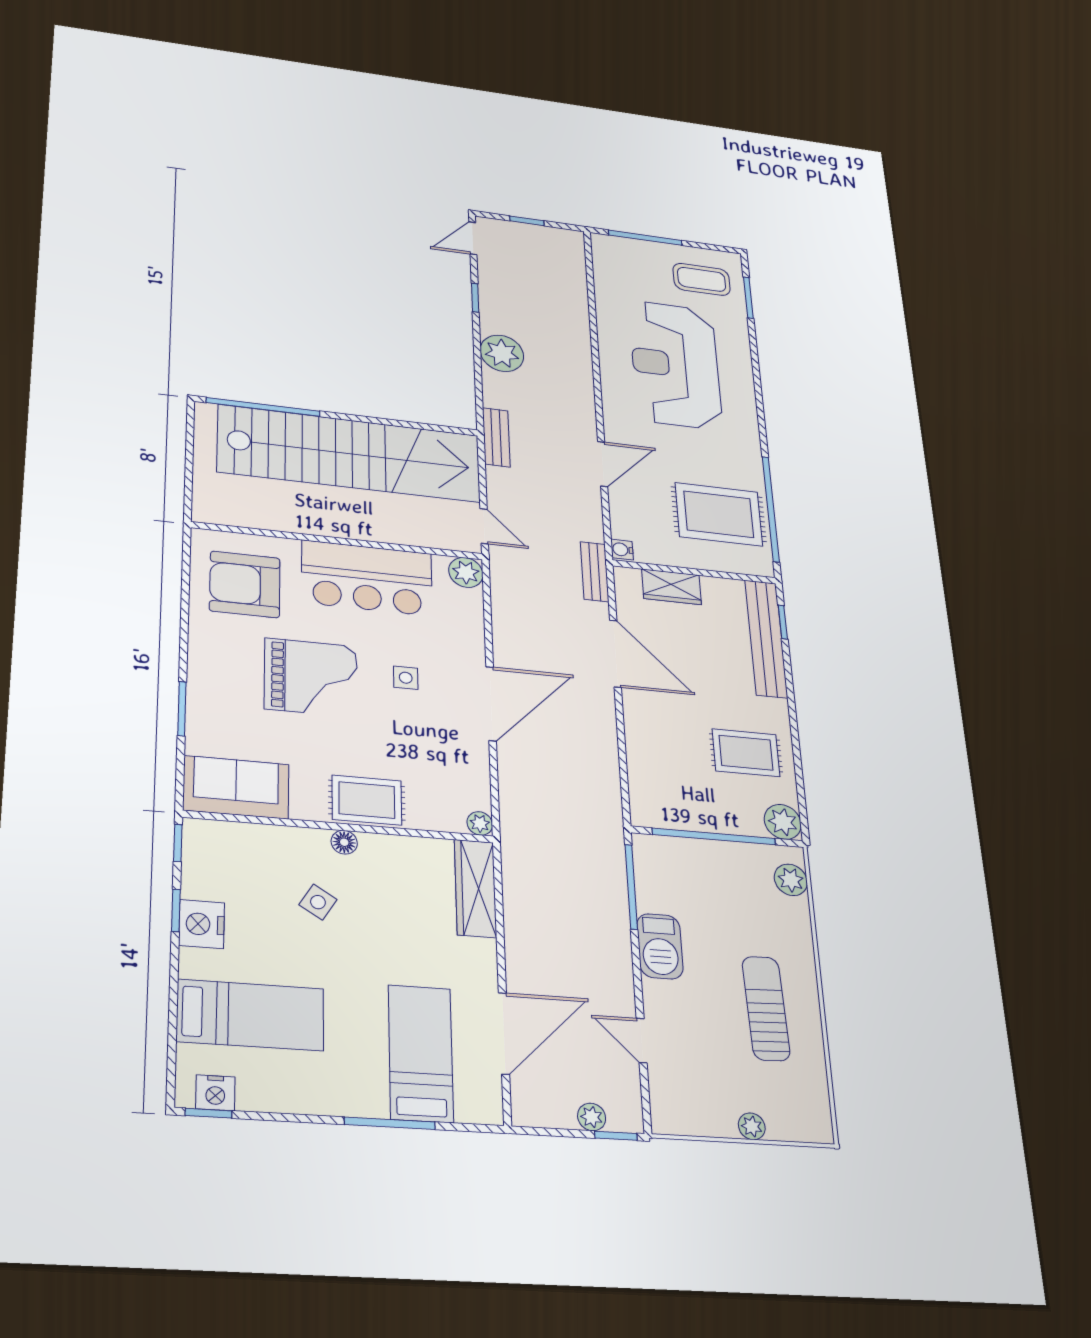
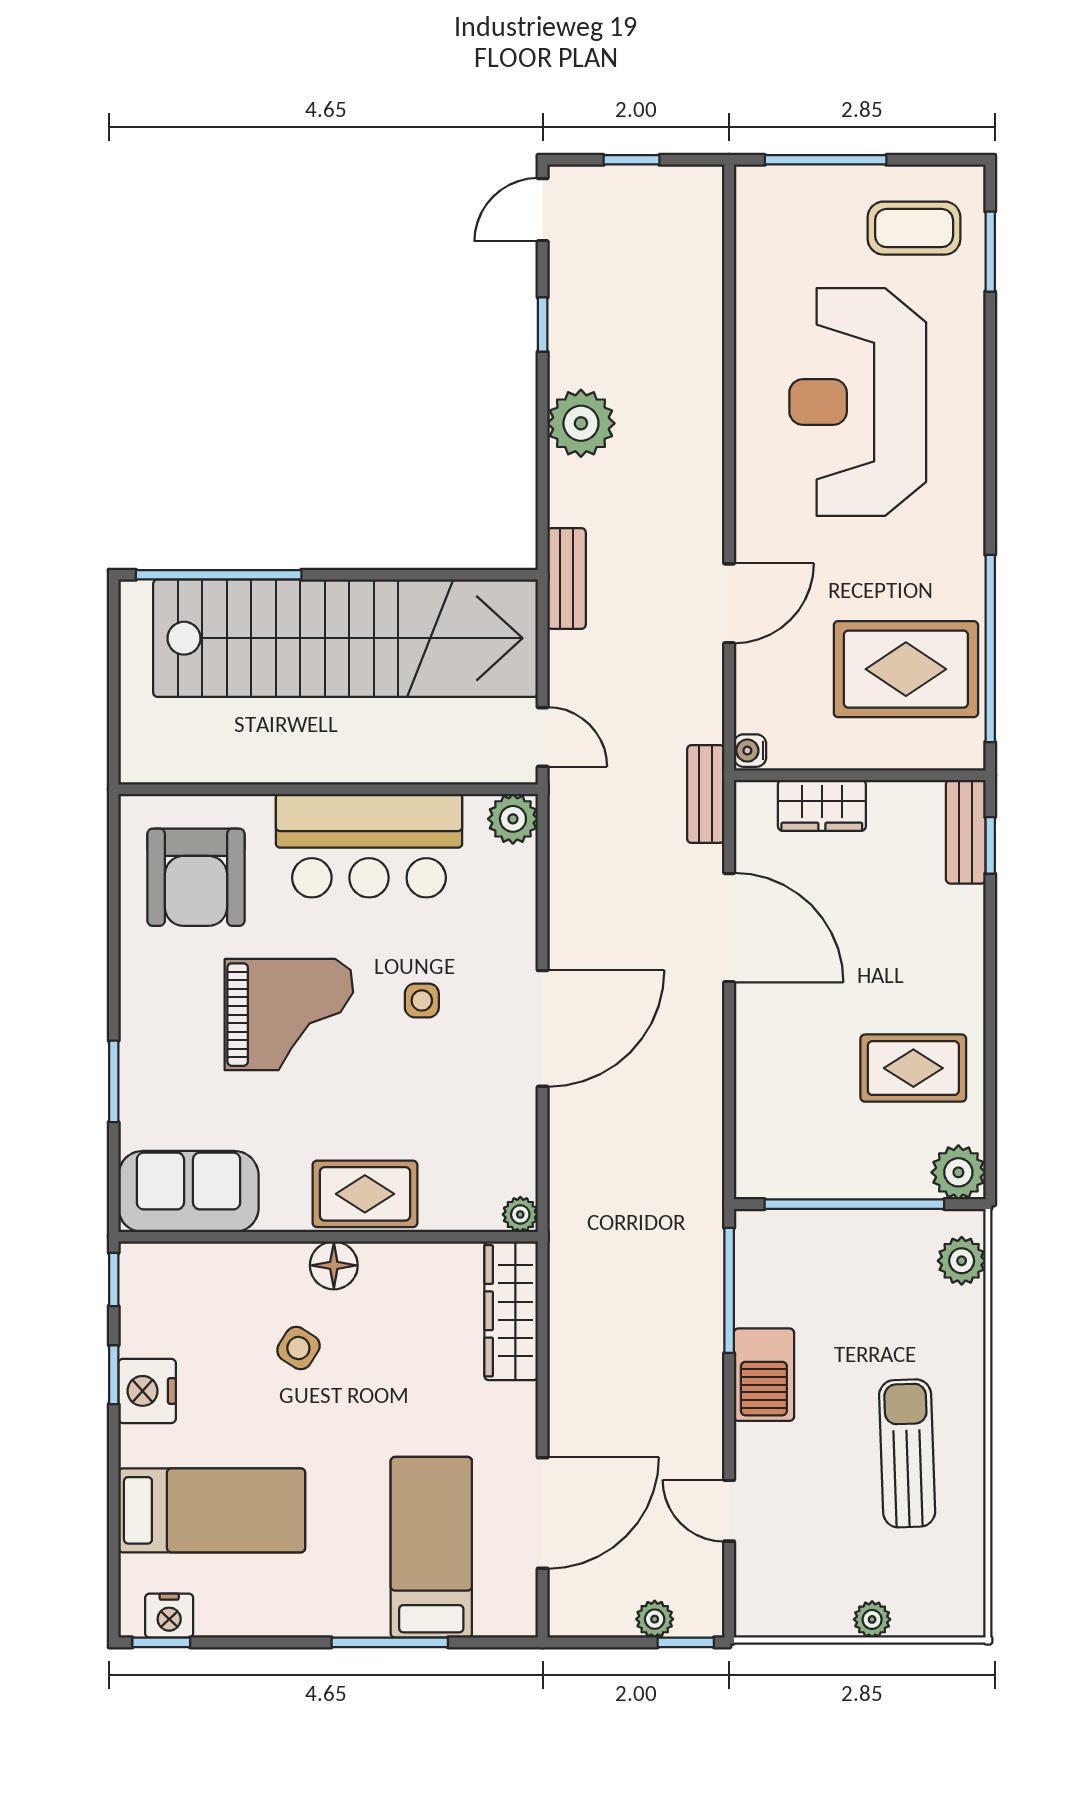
armchair: (245, 584) -> (196, 877), turned -90
bench: (766, 639) -> (966, 832), width x0.54, depth x0.82
floor lamp: (344, 842) -> (334, 1265), width x1.37, depth x1.37

